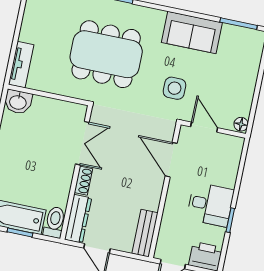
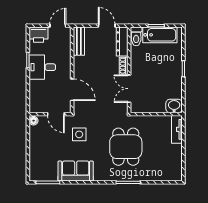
dining table: (106, 54) -> (126, 147), width x0.73

